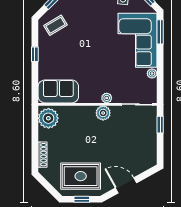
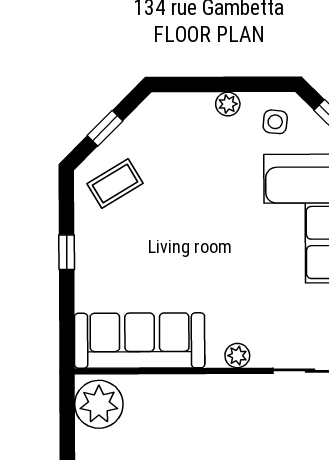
sofa: (58, 91) -> (140, 341), width x1.36
plant: (103, 113) -> (229, 391), removed

